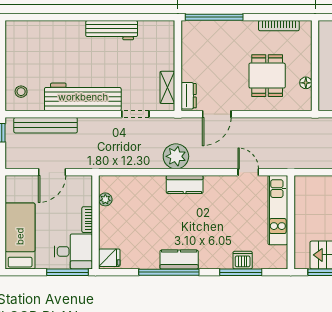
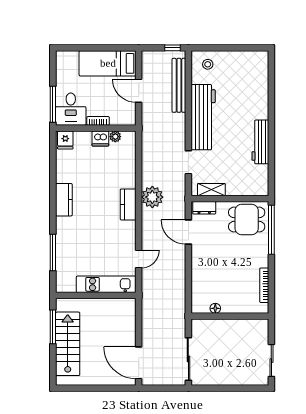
dining table: (267, 76) -> (247, 220), moved
bed: (20, 236) -> (108, 63), moved, turned 180
dishwasher: (243, 260) -> (100, 139), moved, turned 90
window: (169, 272) -> (53, 191), removed

